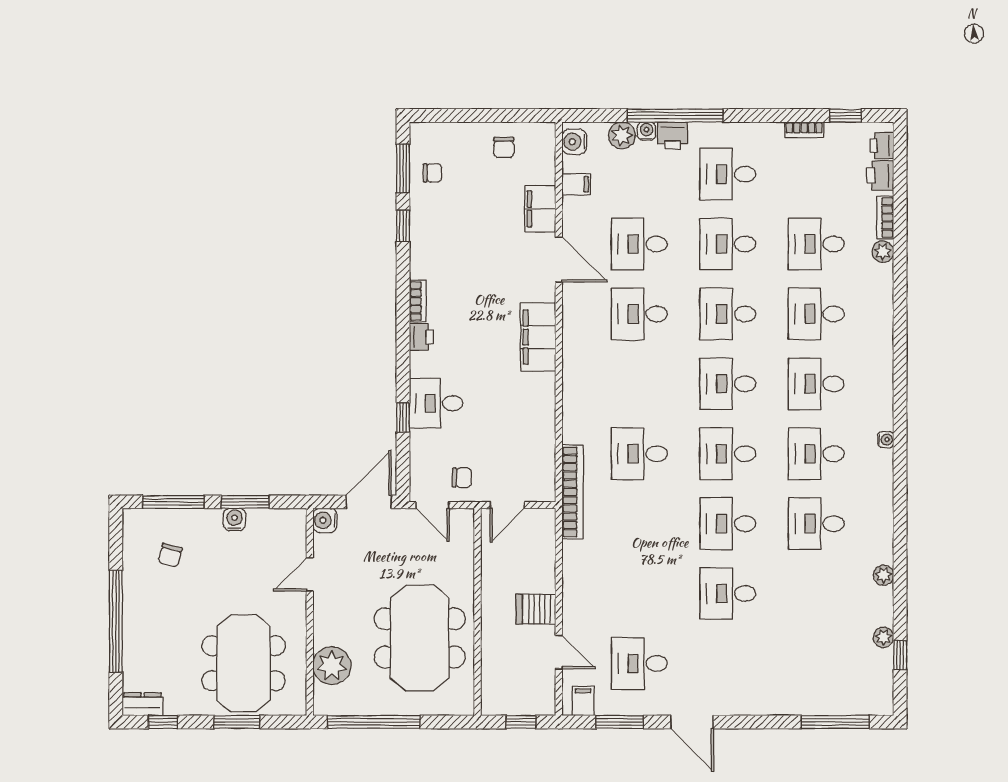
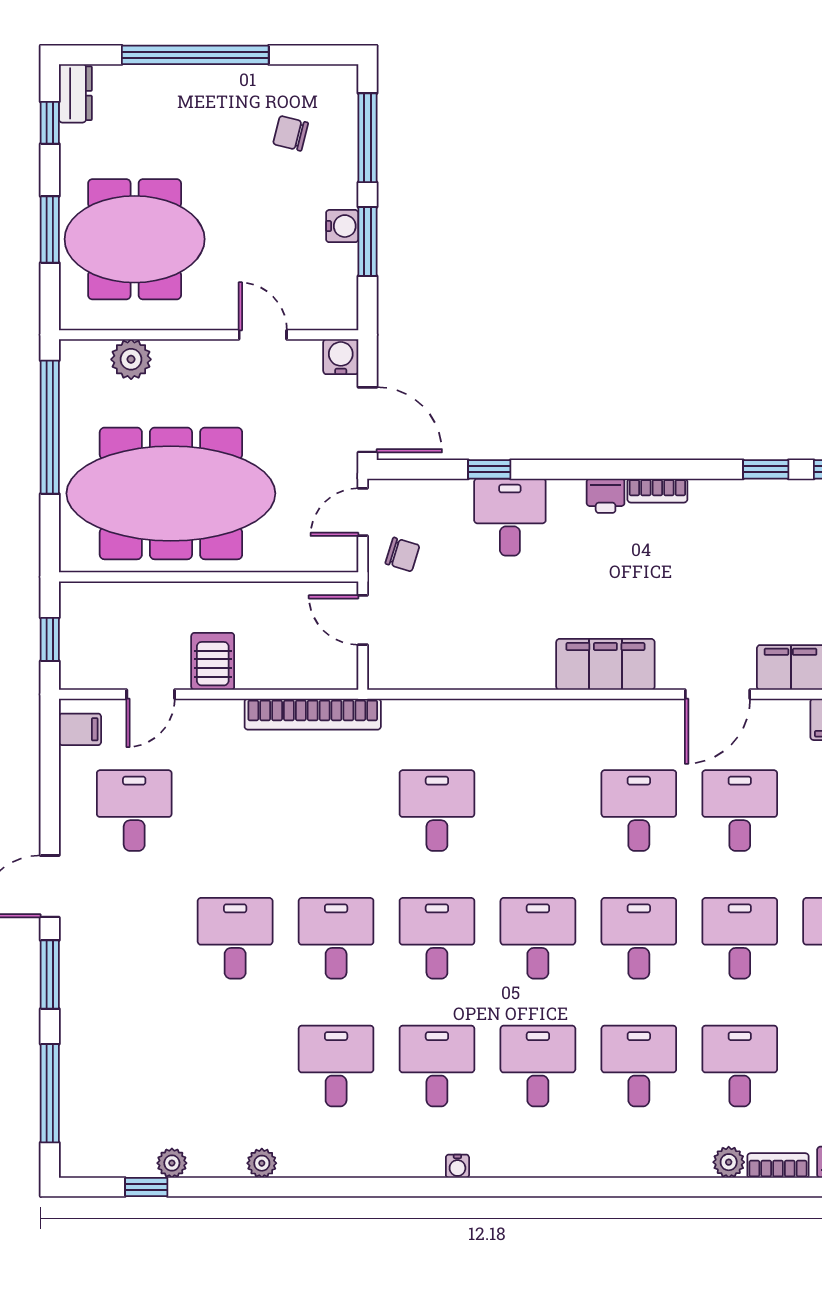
chair: (462, 478) -> (402, 554), turned -74
bookcase: (573, 492) -> (313, 714), moved
meeting table: (420, 638) -> (171, 493), width x1.36
plant: (332, 666) -> (131, 359), width x0.73, depth x0.73
window: (620, 722) -> (50, 974), moved

